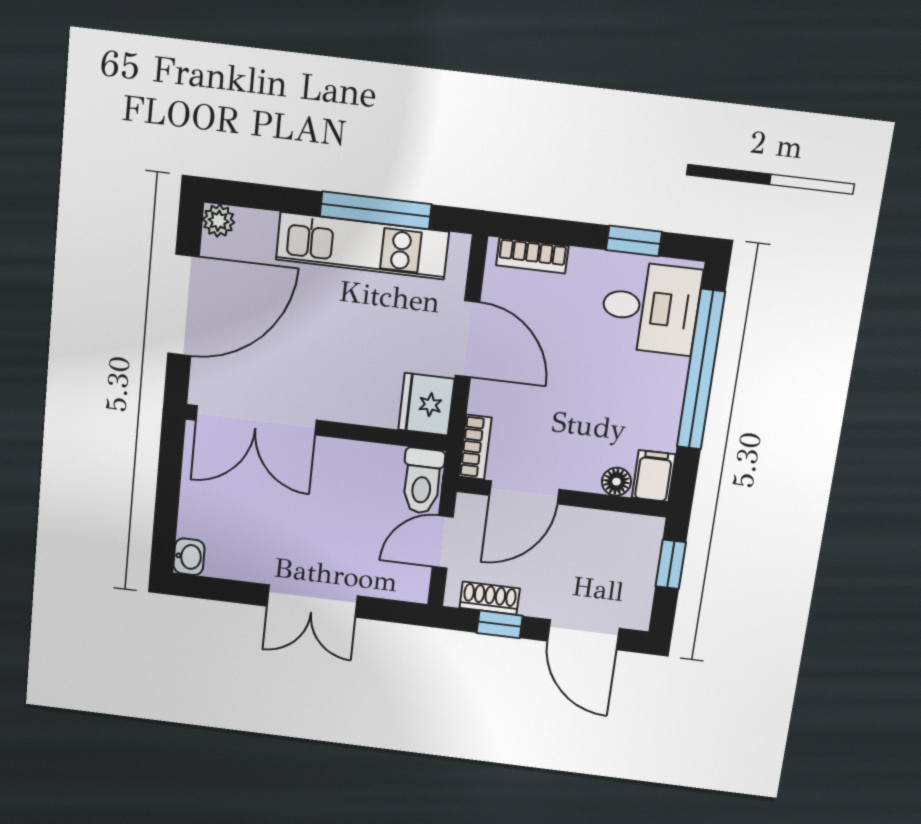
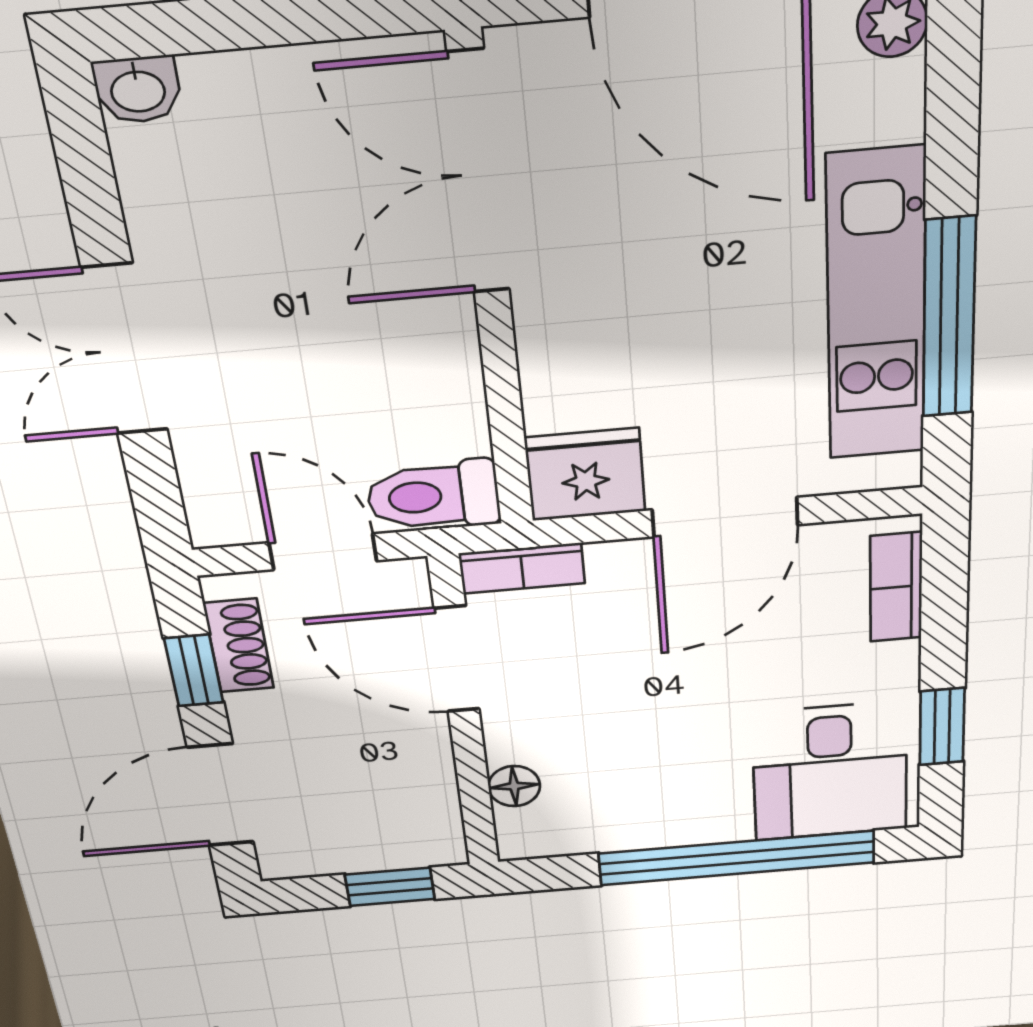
filing cabinet: (654, 476) -> (538, 834), removed

